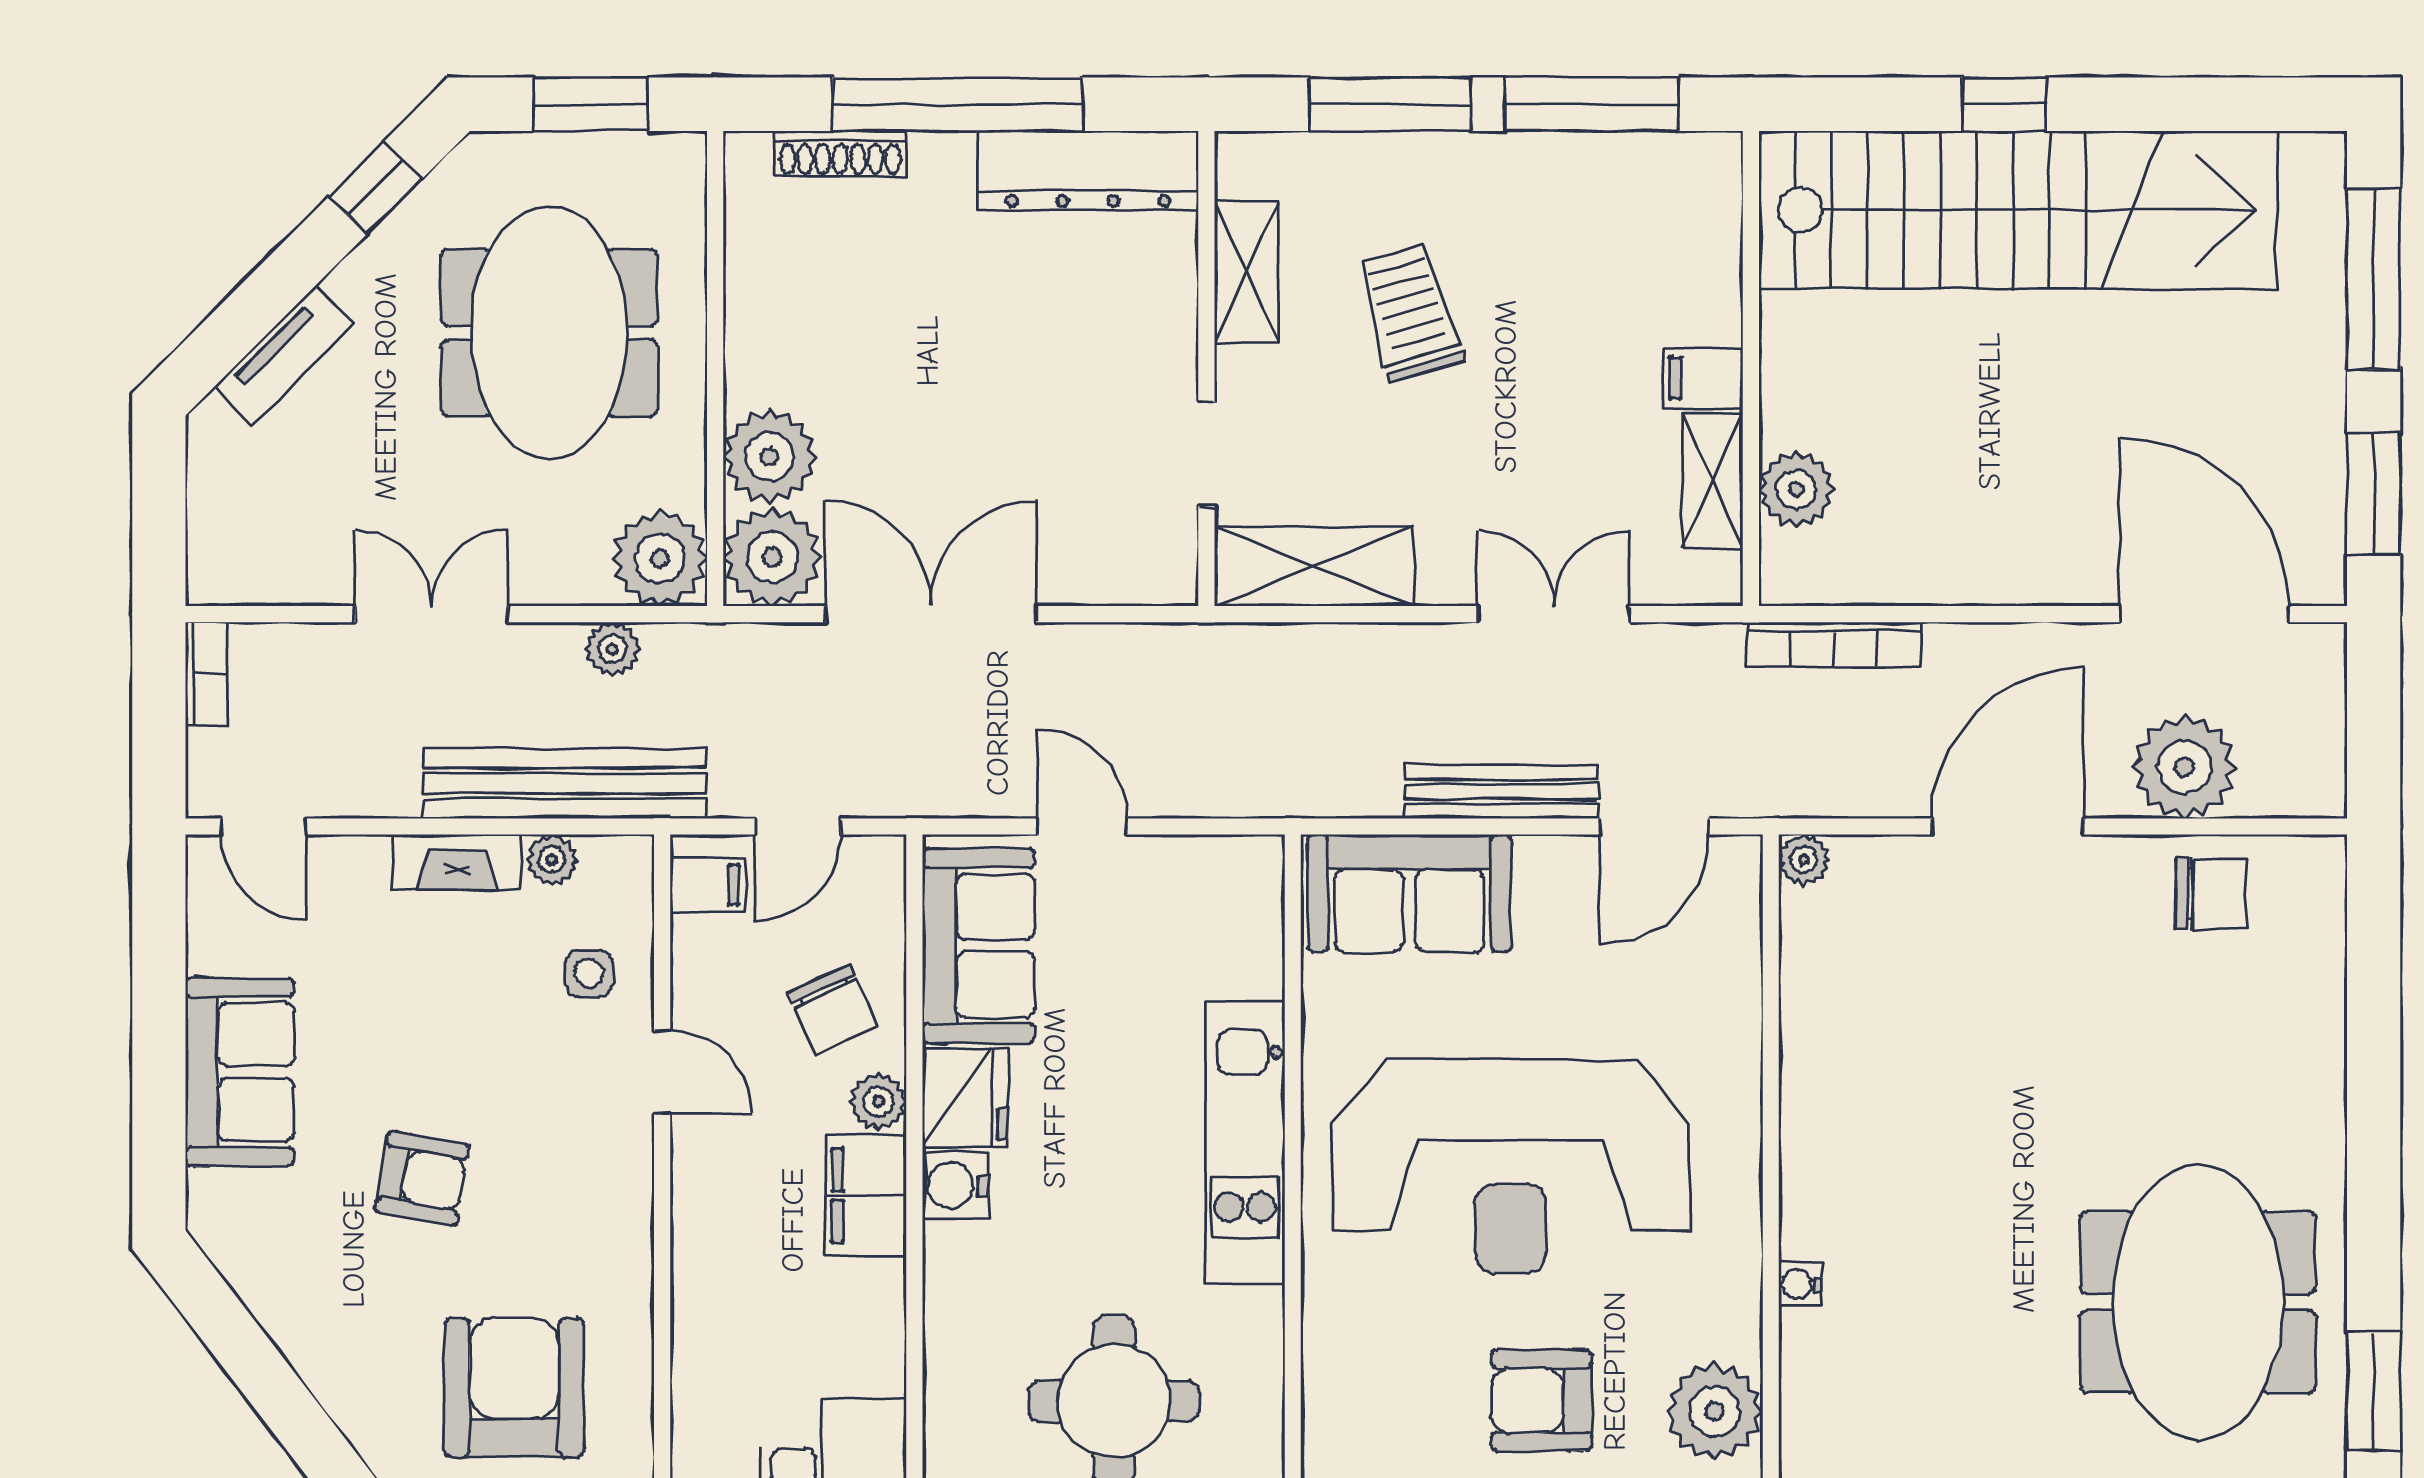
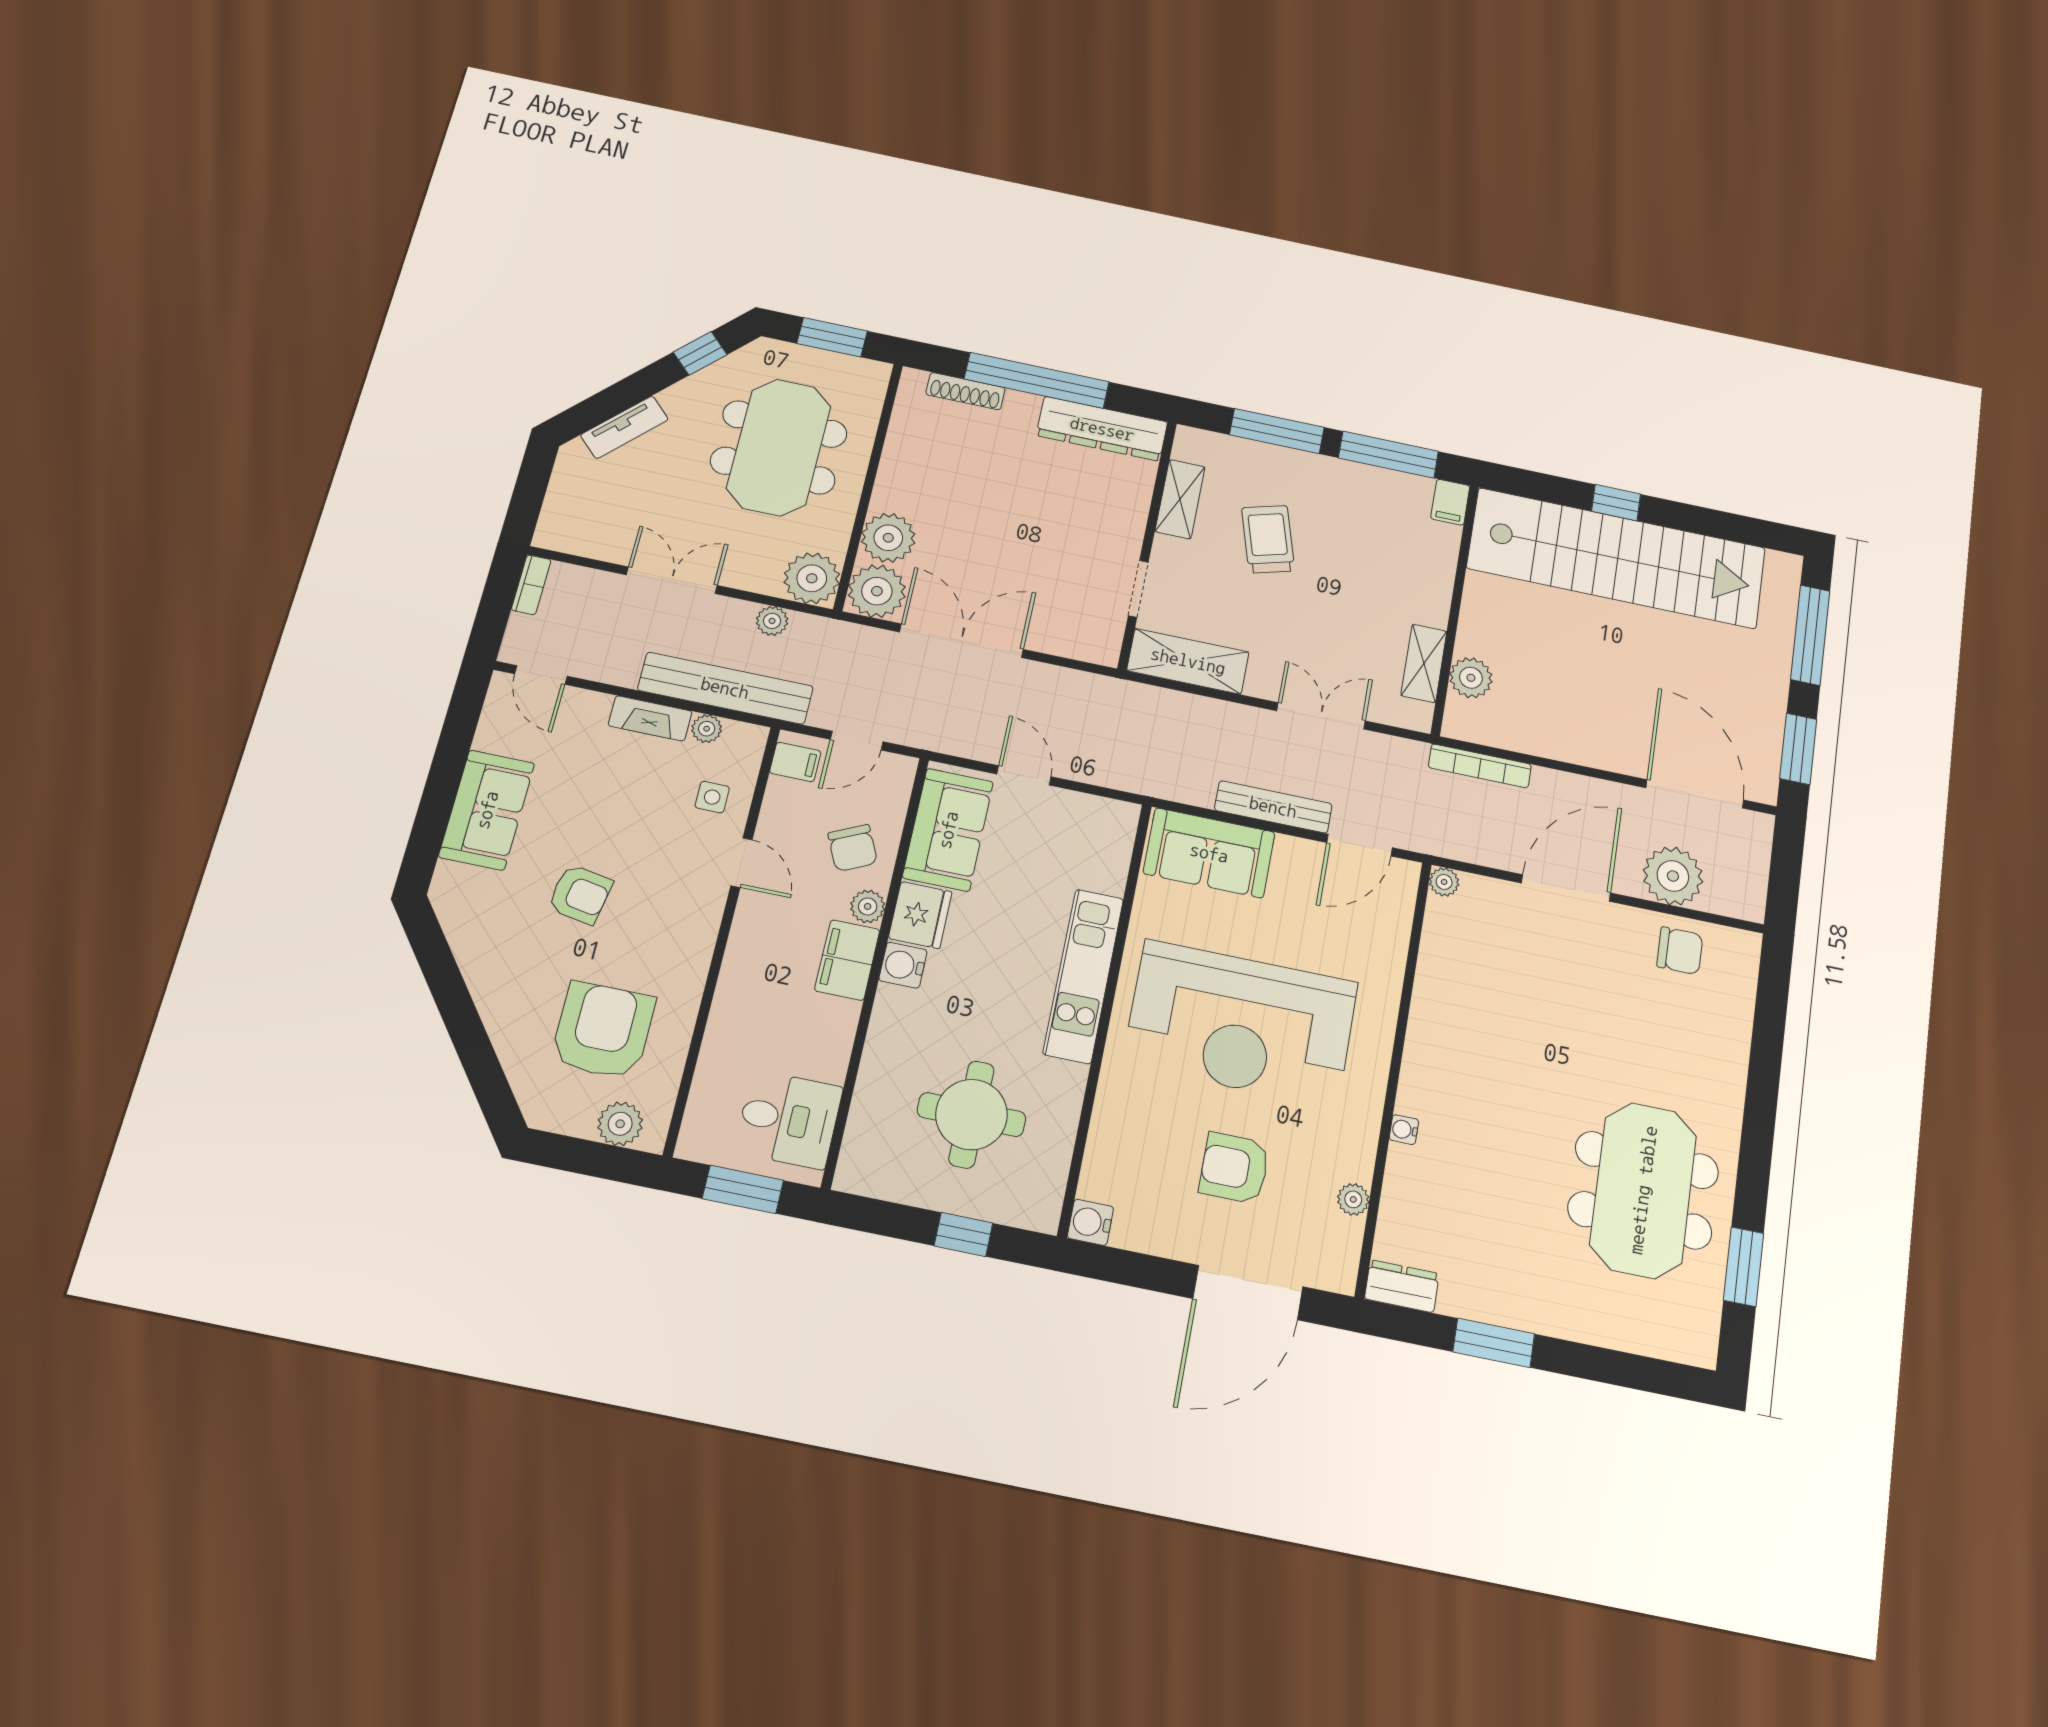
filing cabinet: (1703, 378) -> (1450, 502), moved, turned -90
plant: (1715, 1411) -> (1353, 1199), width x0.53, depth x0.53

